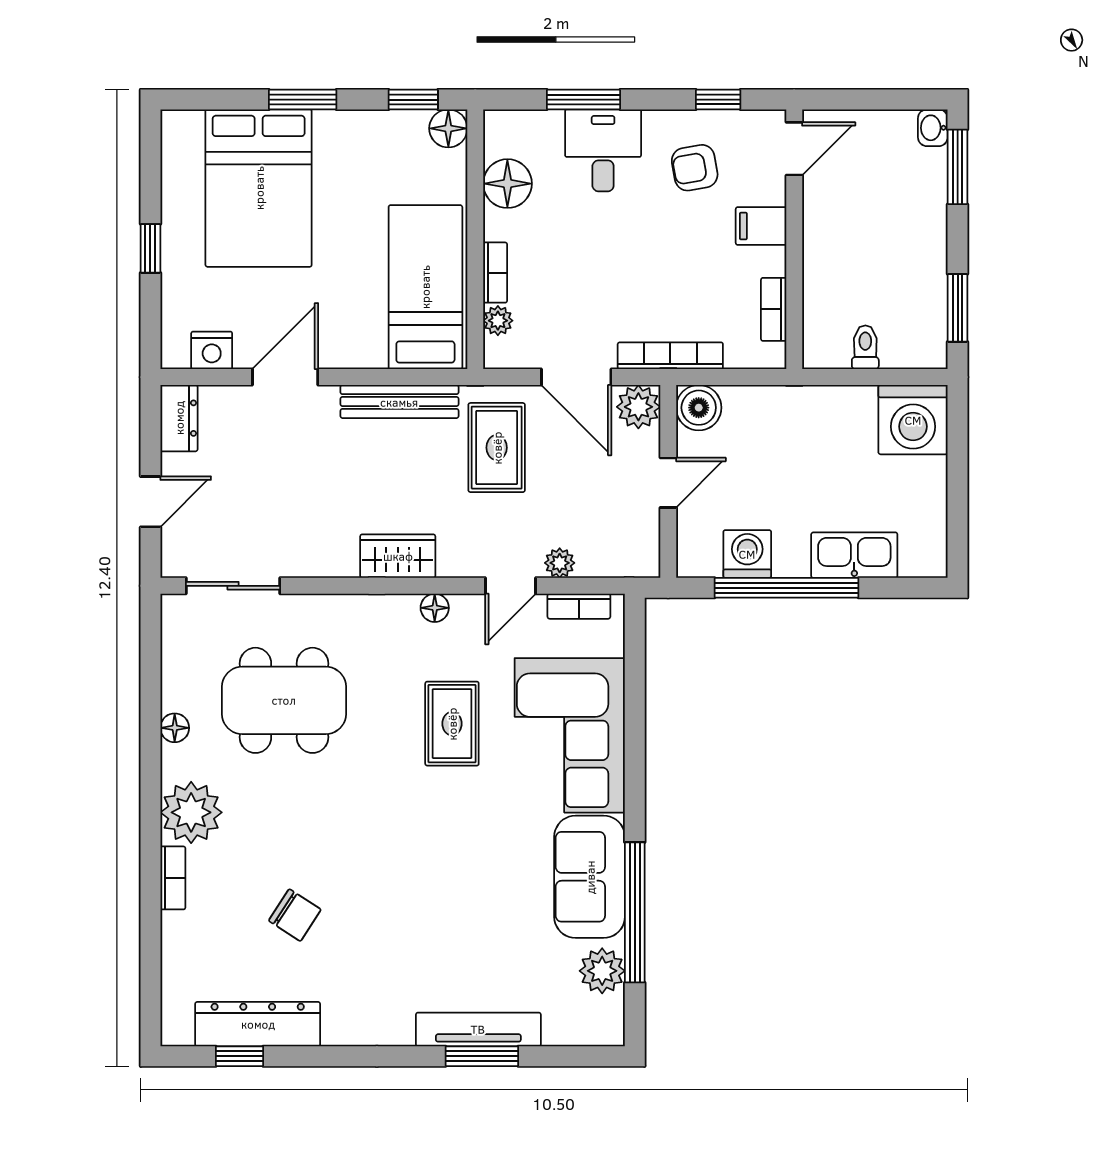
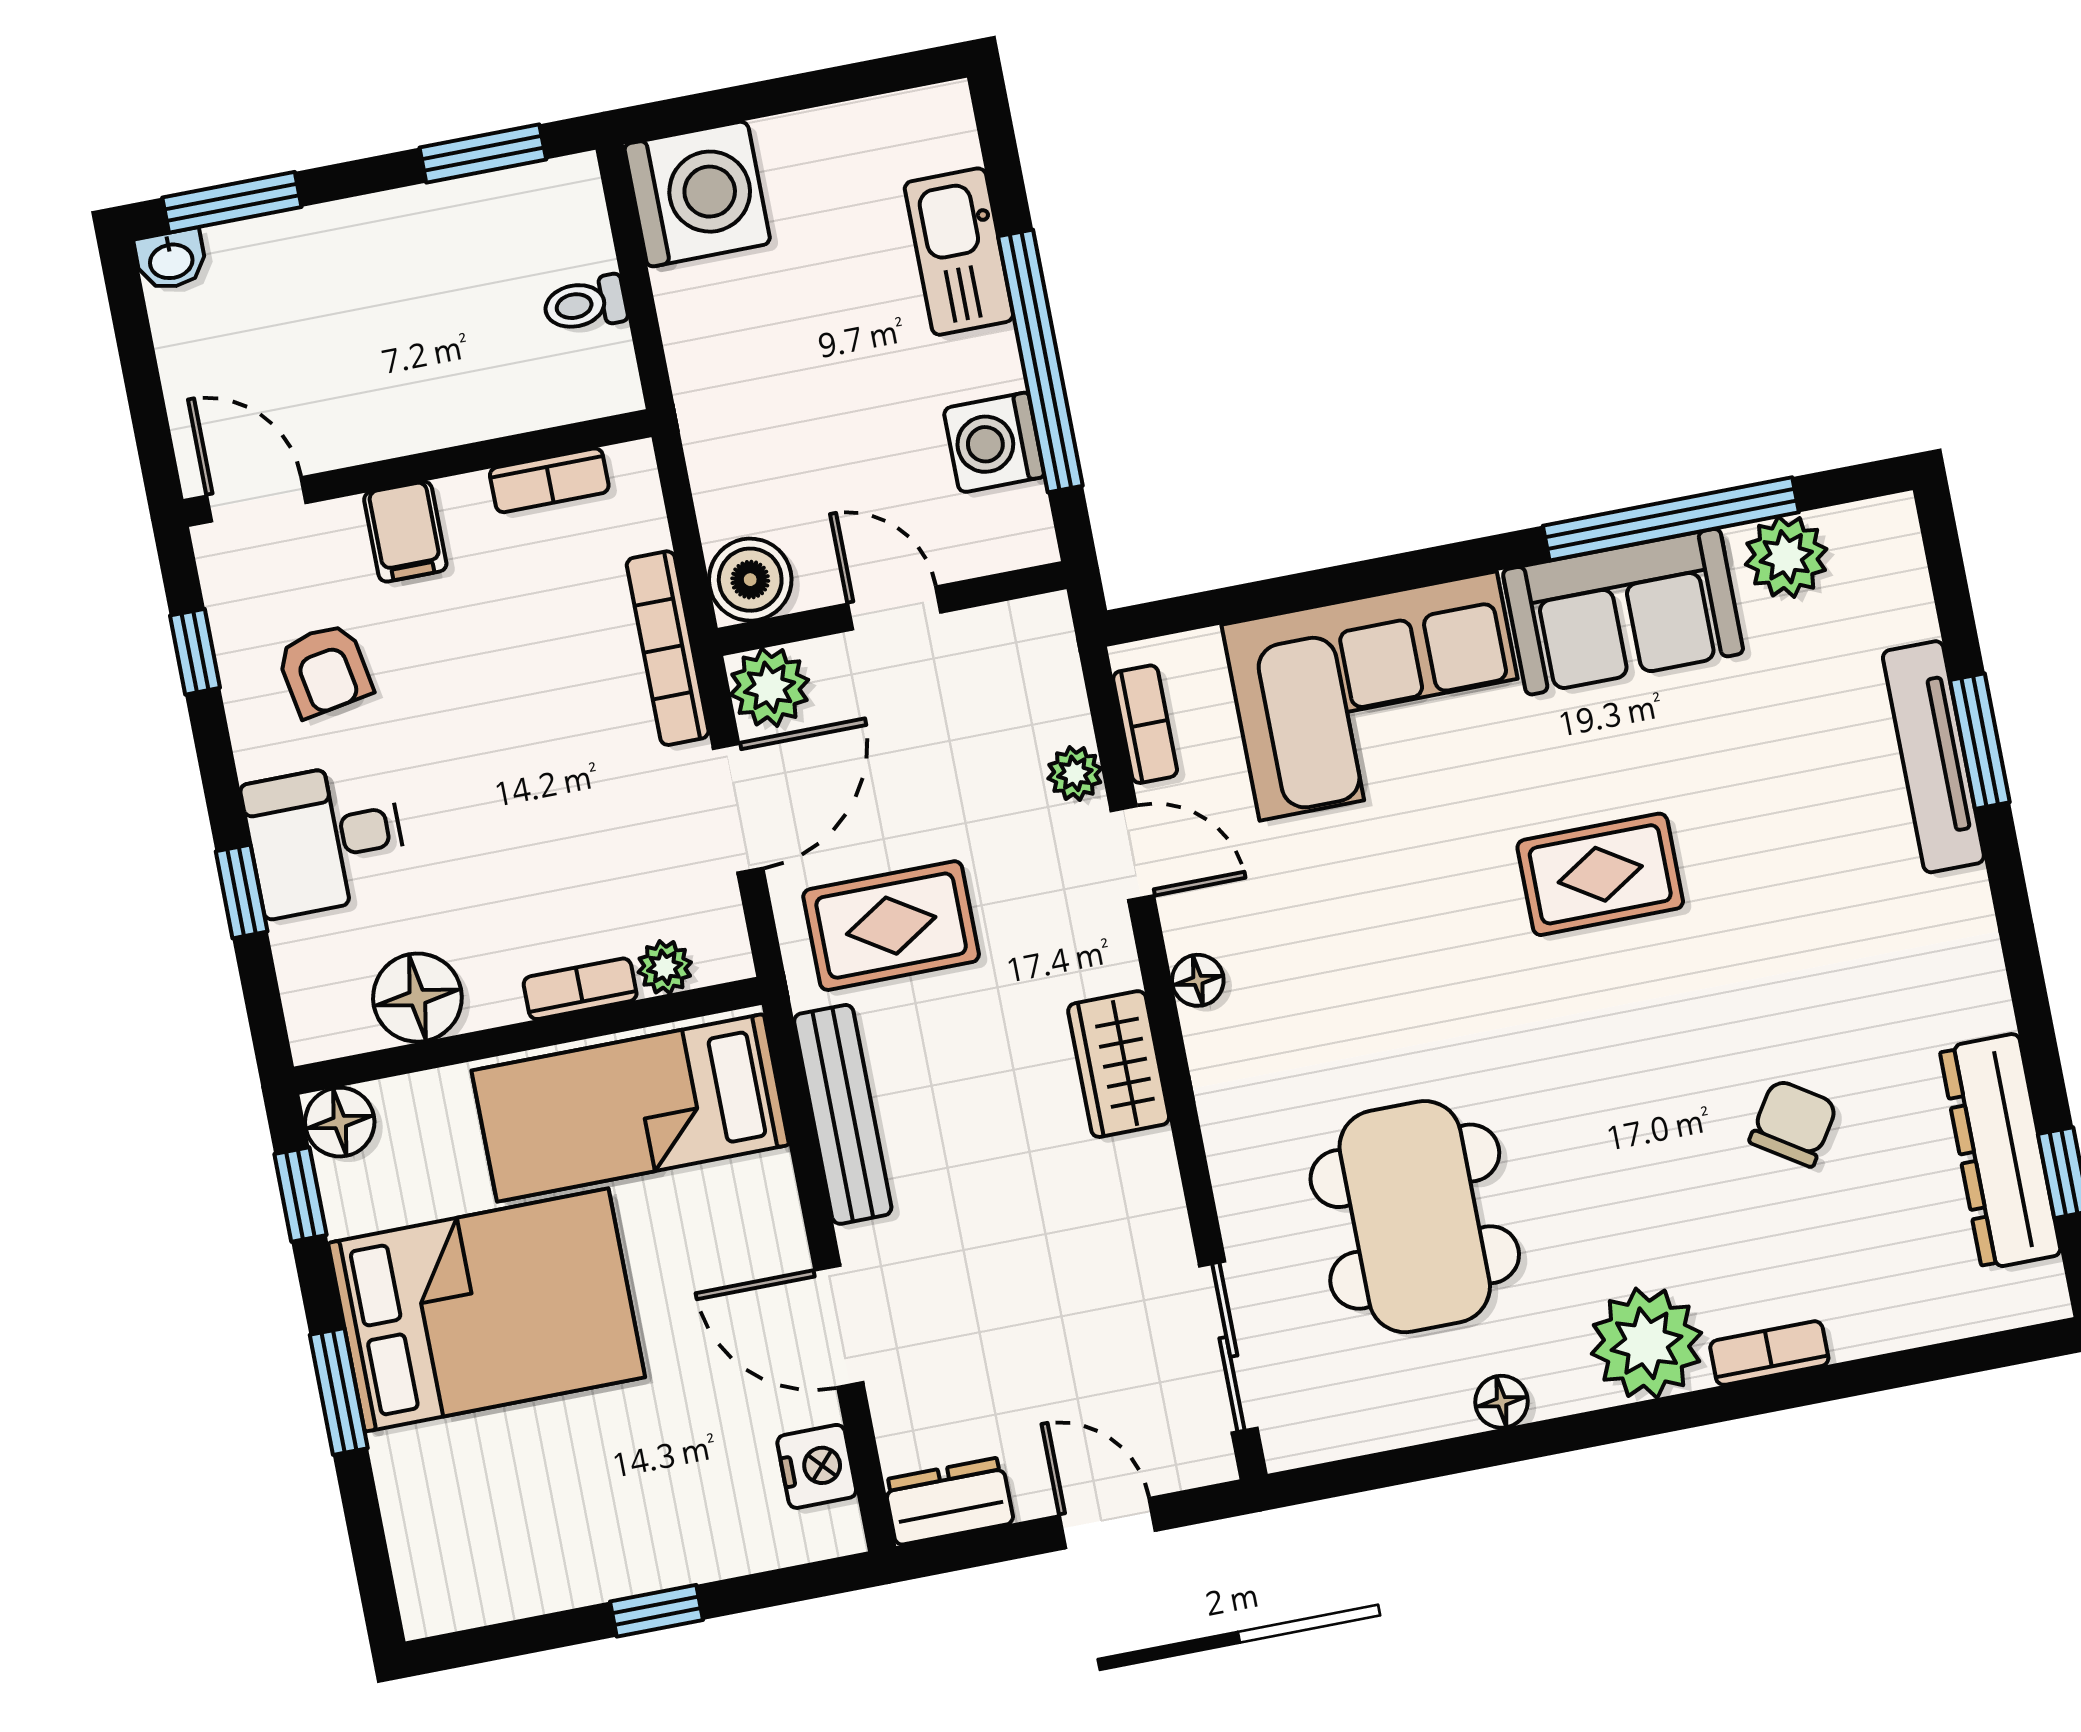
window: (583, 100) -> (242, 891), width x0.67
bed: (259, 188) -> (487, 1310), moved
rug: (452, 724) -> (1600, 874), moved

